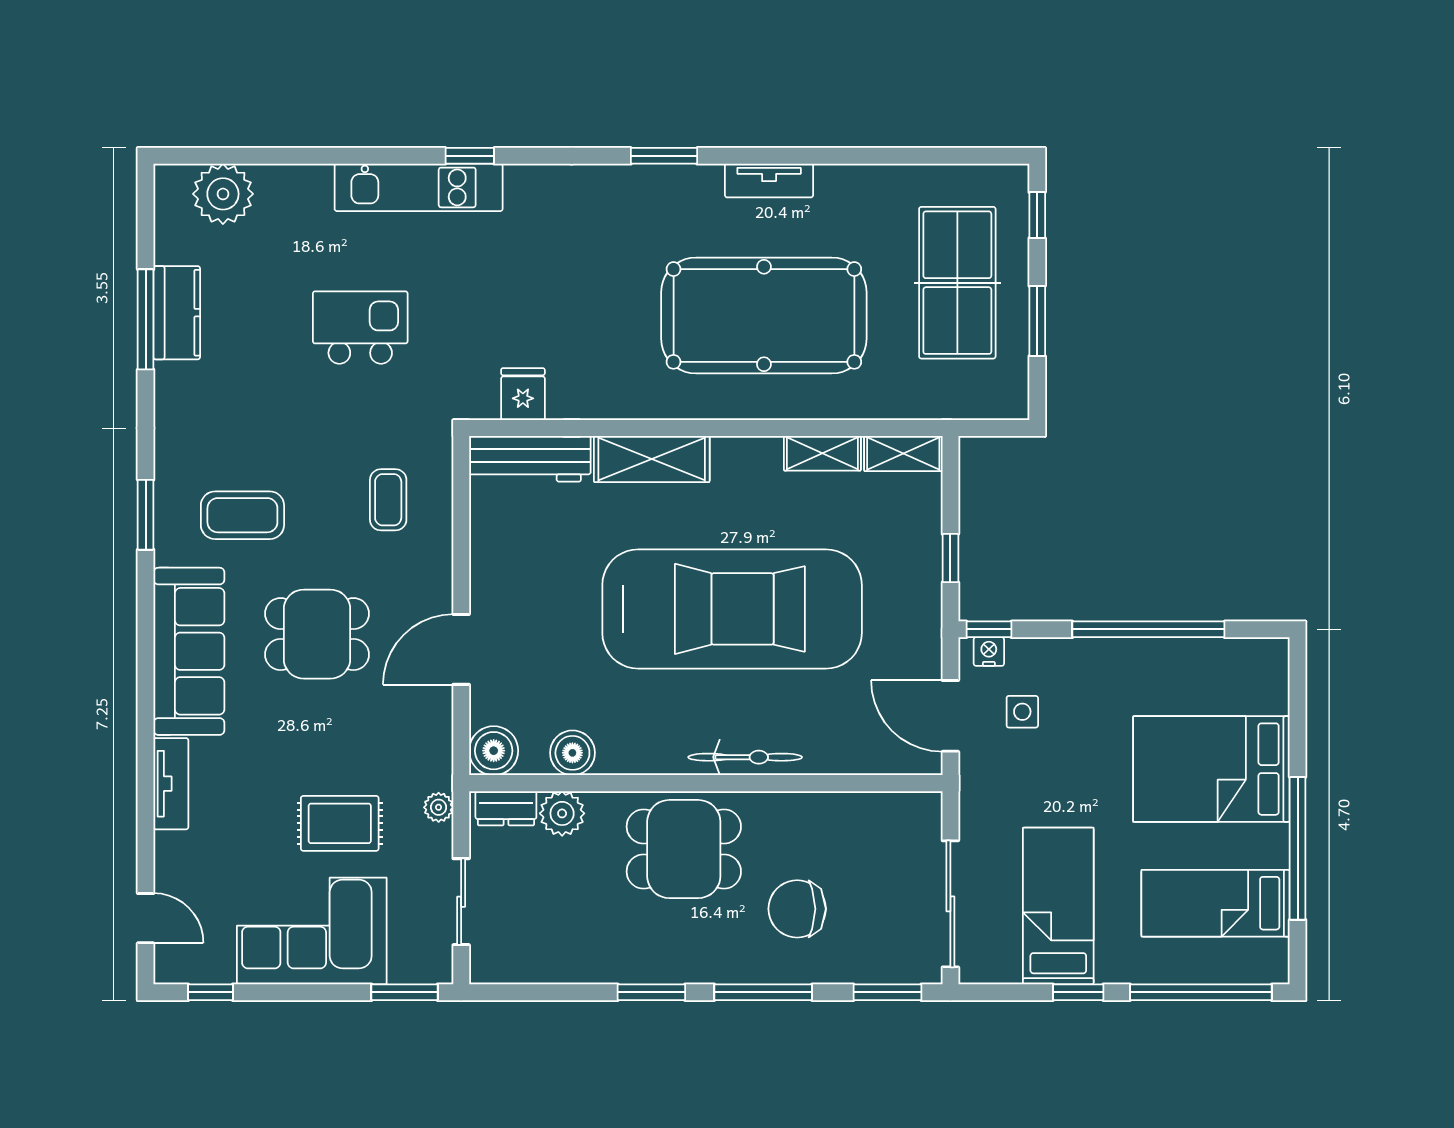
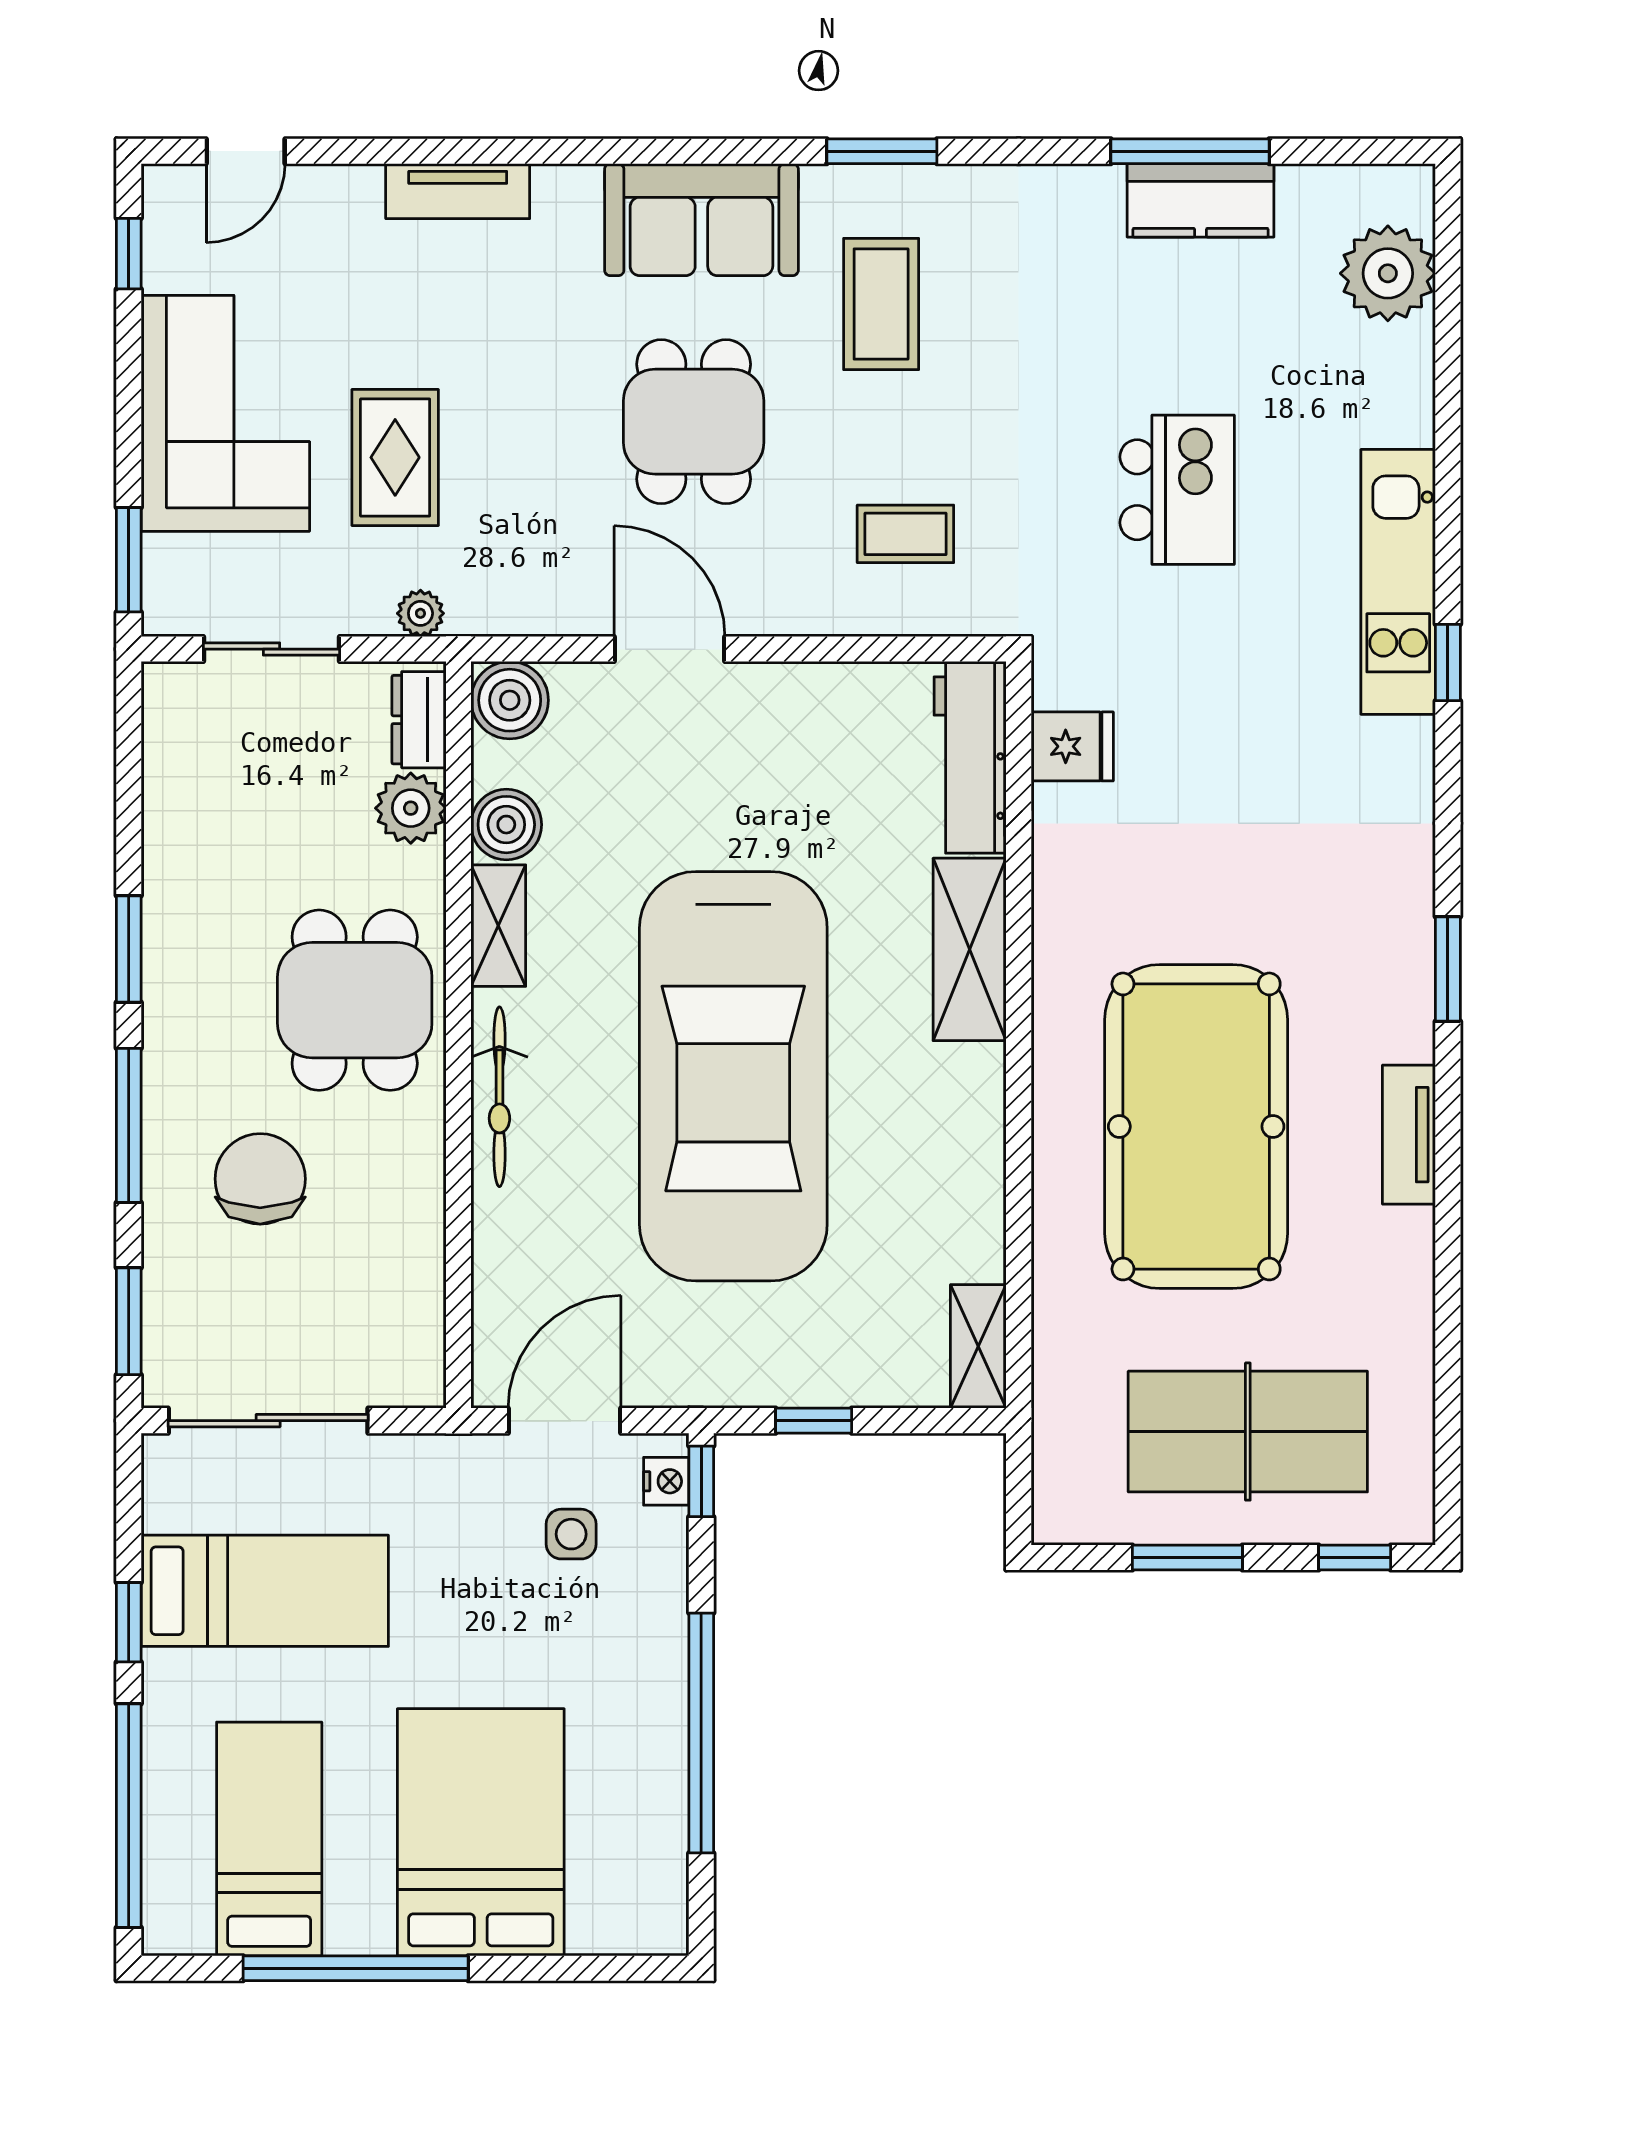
shelving: (822, 453) -> (498, 926), moved
sofa: (189, 651) -> (701, 220), width x0.73

